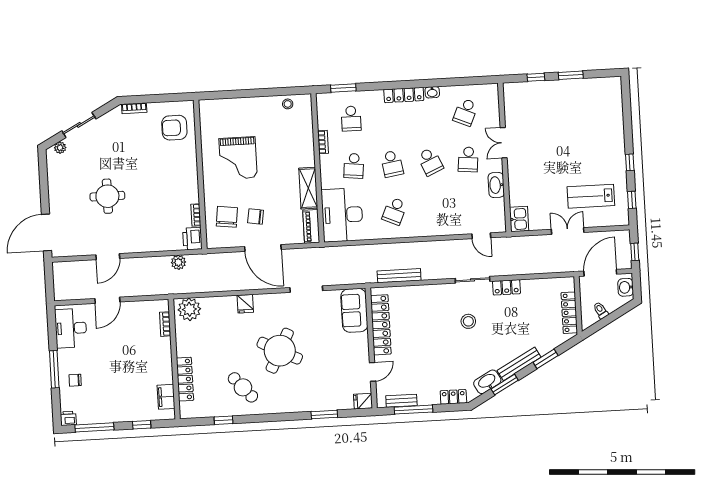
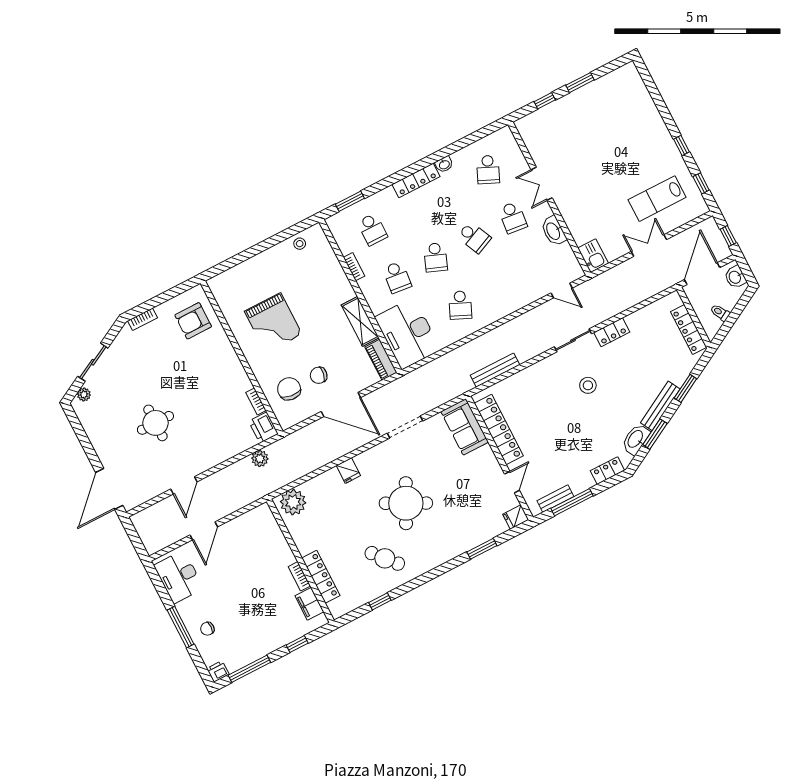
school desk: (392, 164) -> (436, 257), turned 30
bookcase: (165, 324) -> (299, 576), moved

